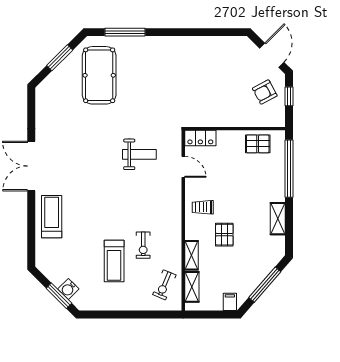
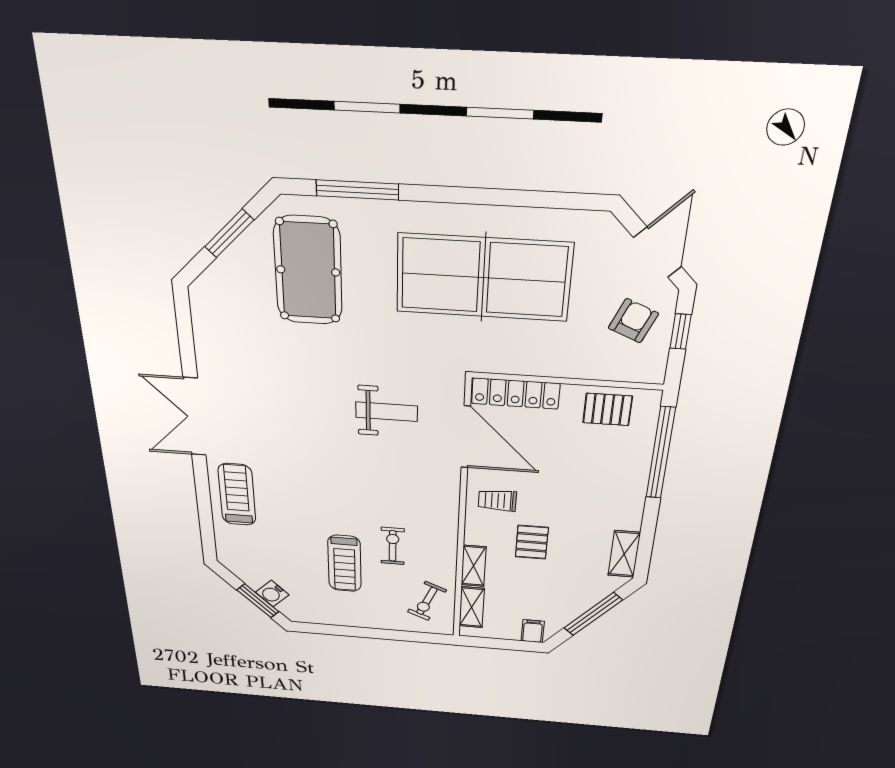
table tennis table: (188, 73) -> (483, 278), added
armchair: (265, 92) -> (633, 321), turned 141
locker: (200, 138) -> (516, 393), width x1.53
door: (183, 167) -> (466, 437), width x1.87
shelving: (278, 219) -> (624, 554), moved
exercise bike: (143, 245) -> (393, 546), turned 180

